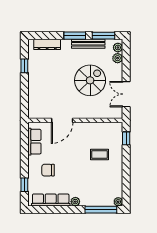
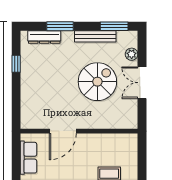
window: (75, 36) -> (60, 26), moved
plant: (118, 48) -> (132, 41), removed
double door: (126, 94) -> (142, 83), moved
window: (126, 138) -> (142, 154), removed

